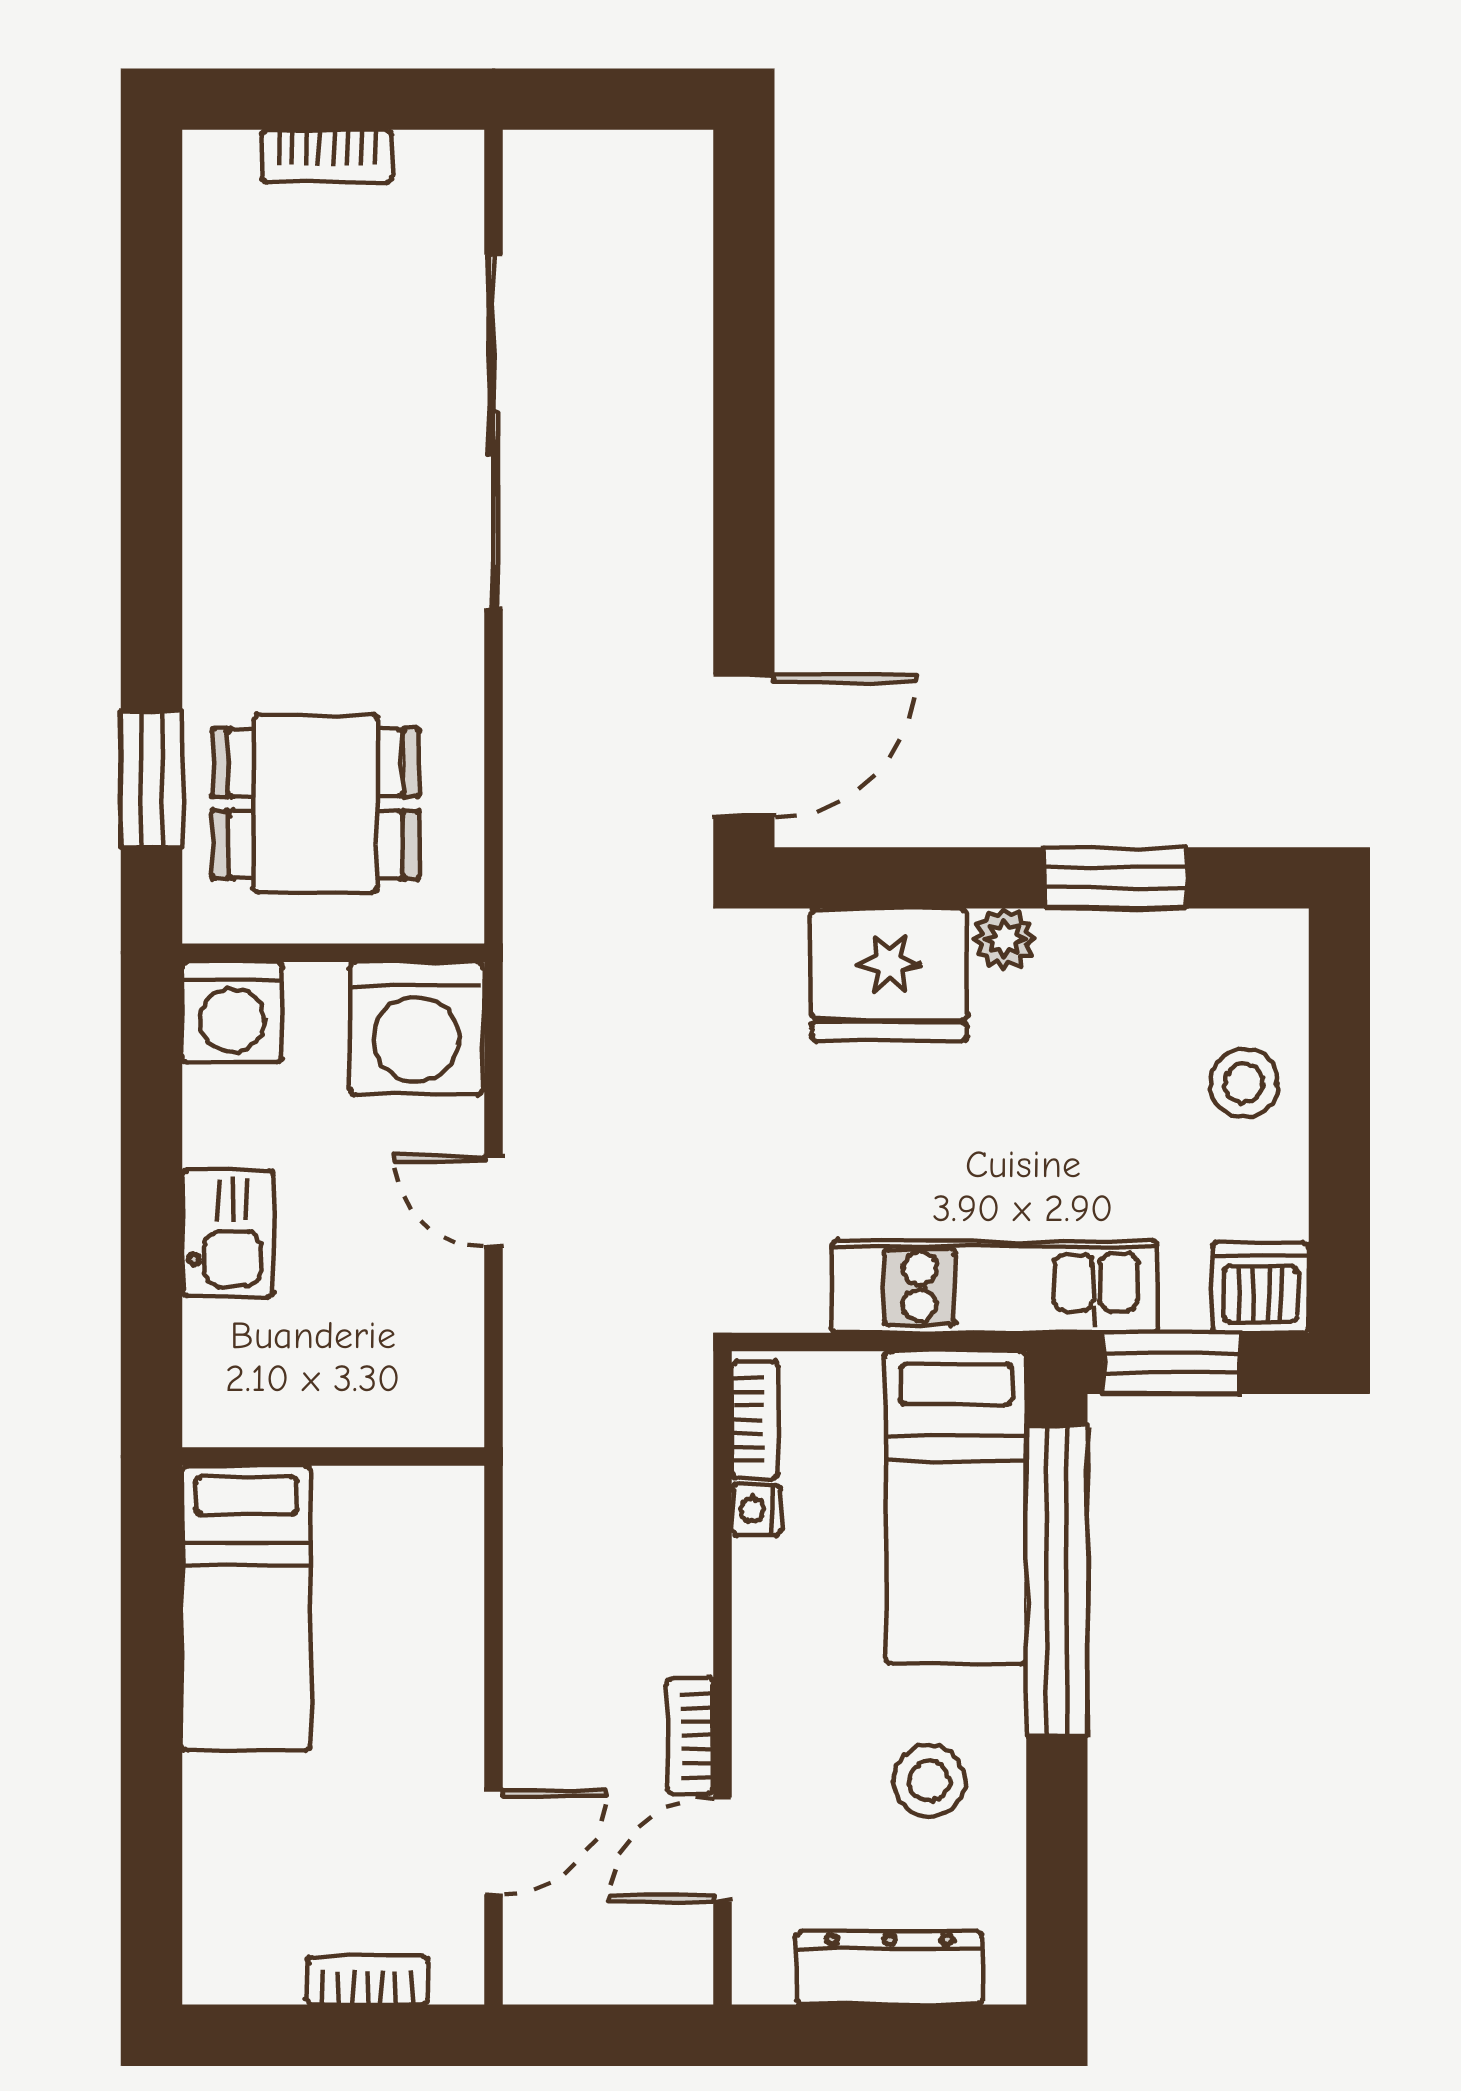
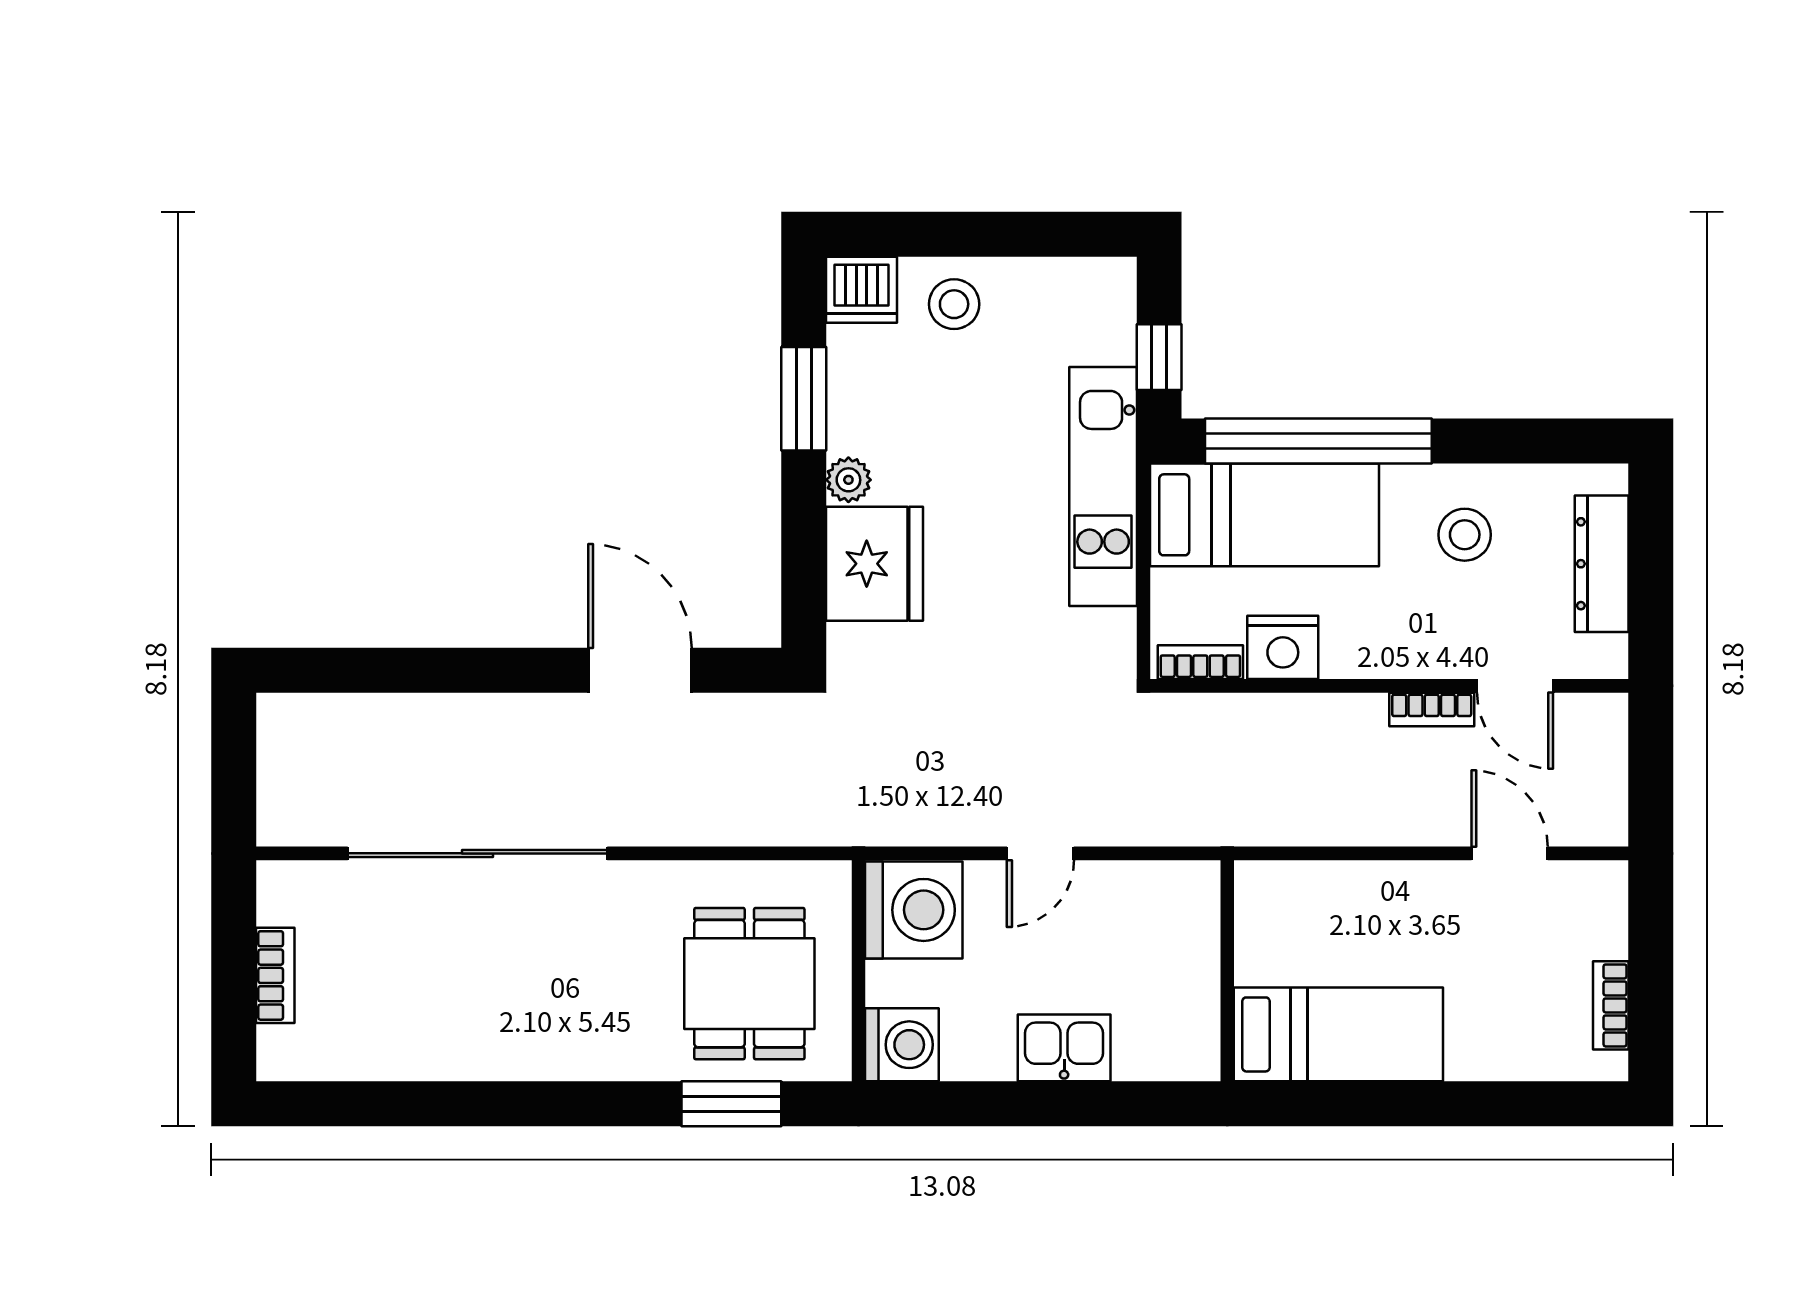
door: (744, 745) -> (640, 670), moved
dishwasher: (1261, 1288) -> (861, 290), moved, turned -90
window: (1172, 1363) -> (1159, 357), width x0.67
nightstand: (756, 1510) -> (1283, 647), width x1.89, depth x1.79
bookcase: (367, 1981) -> (1611, 1005), moved

